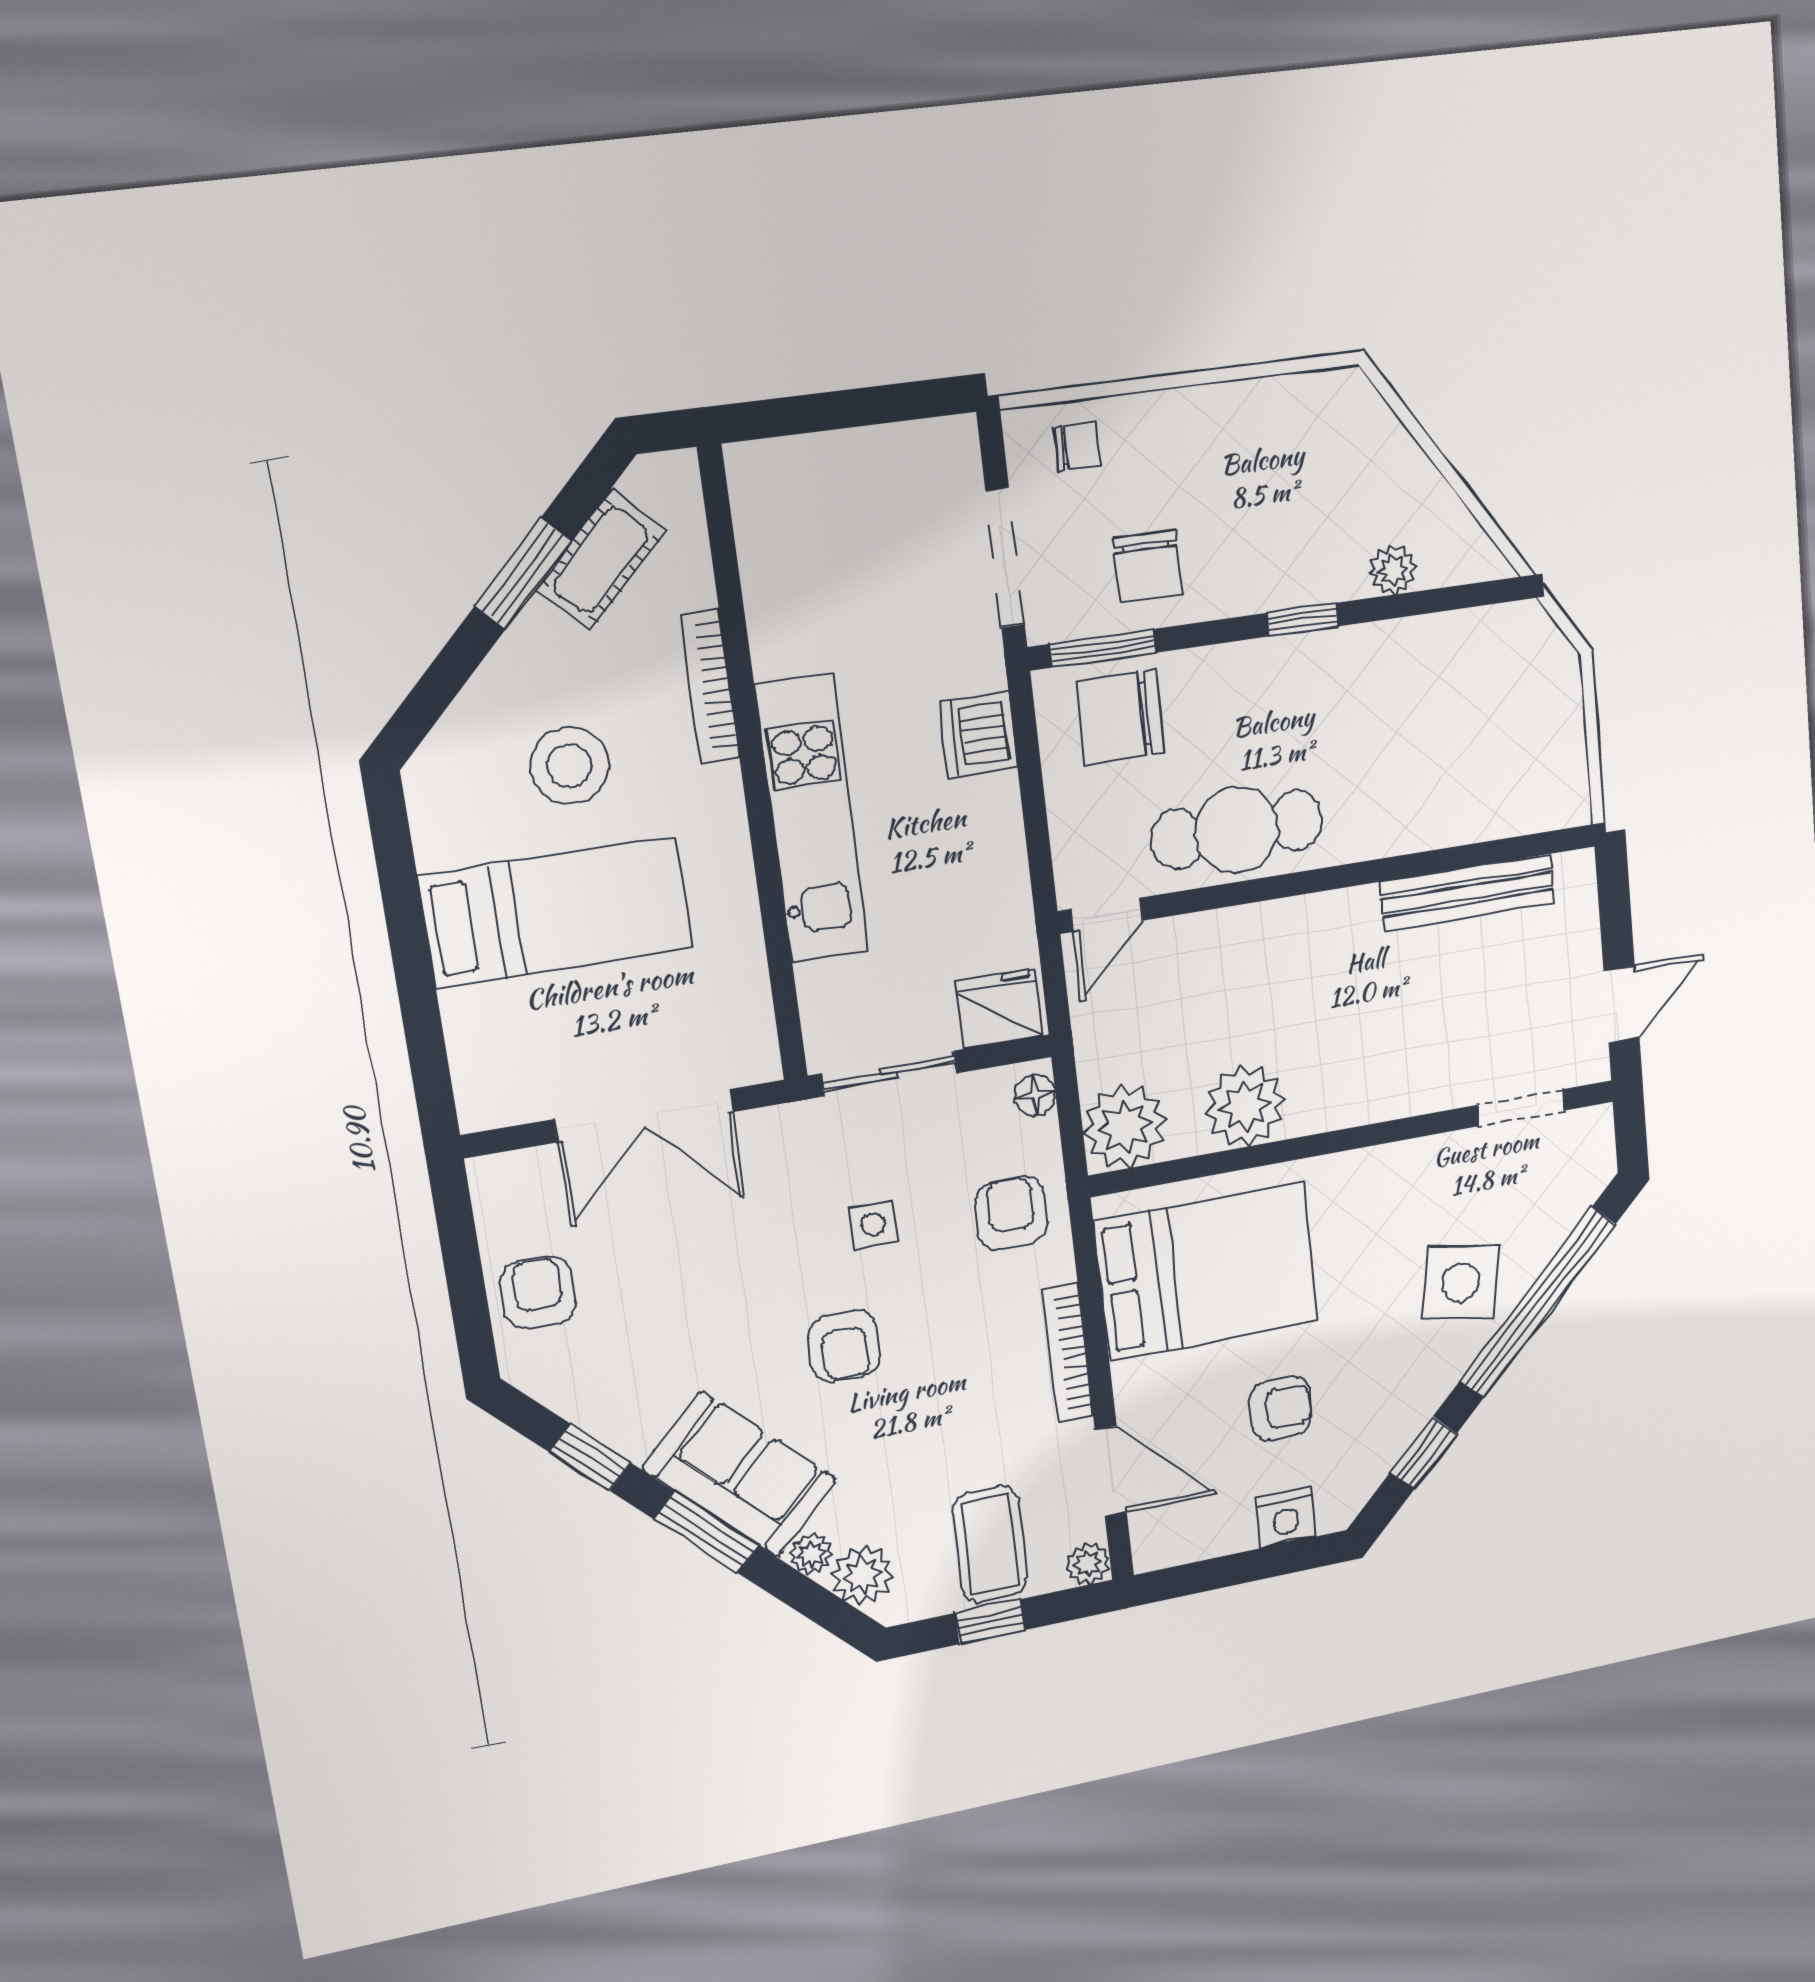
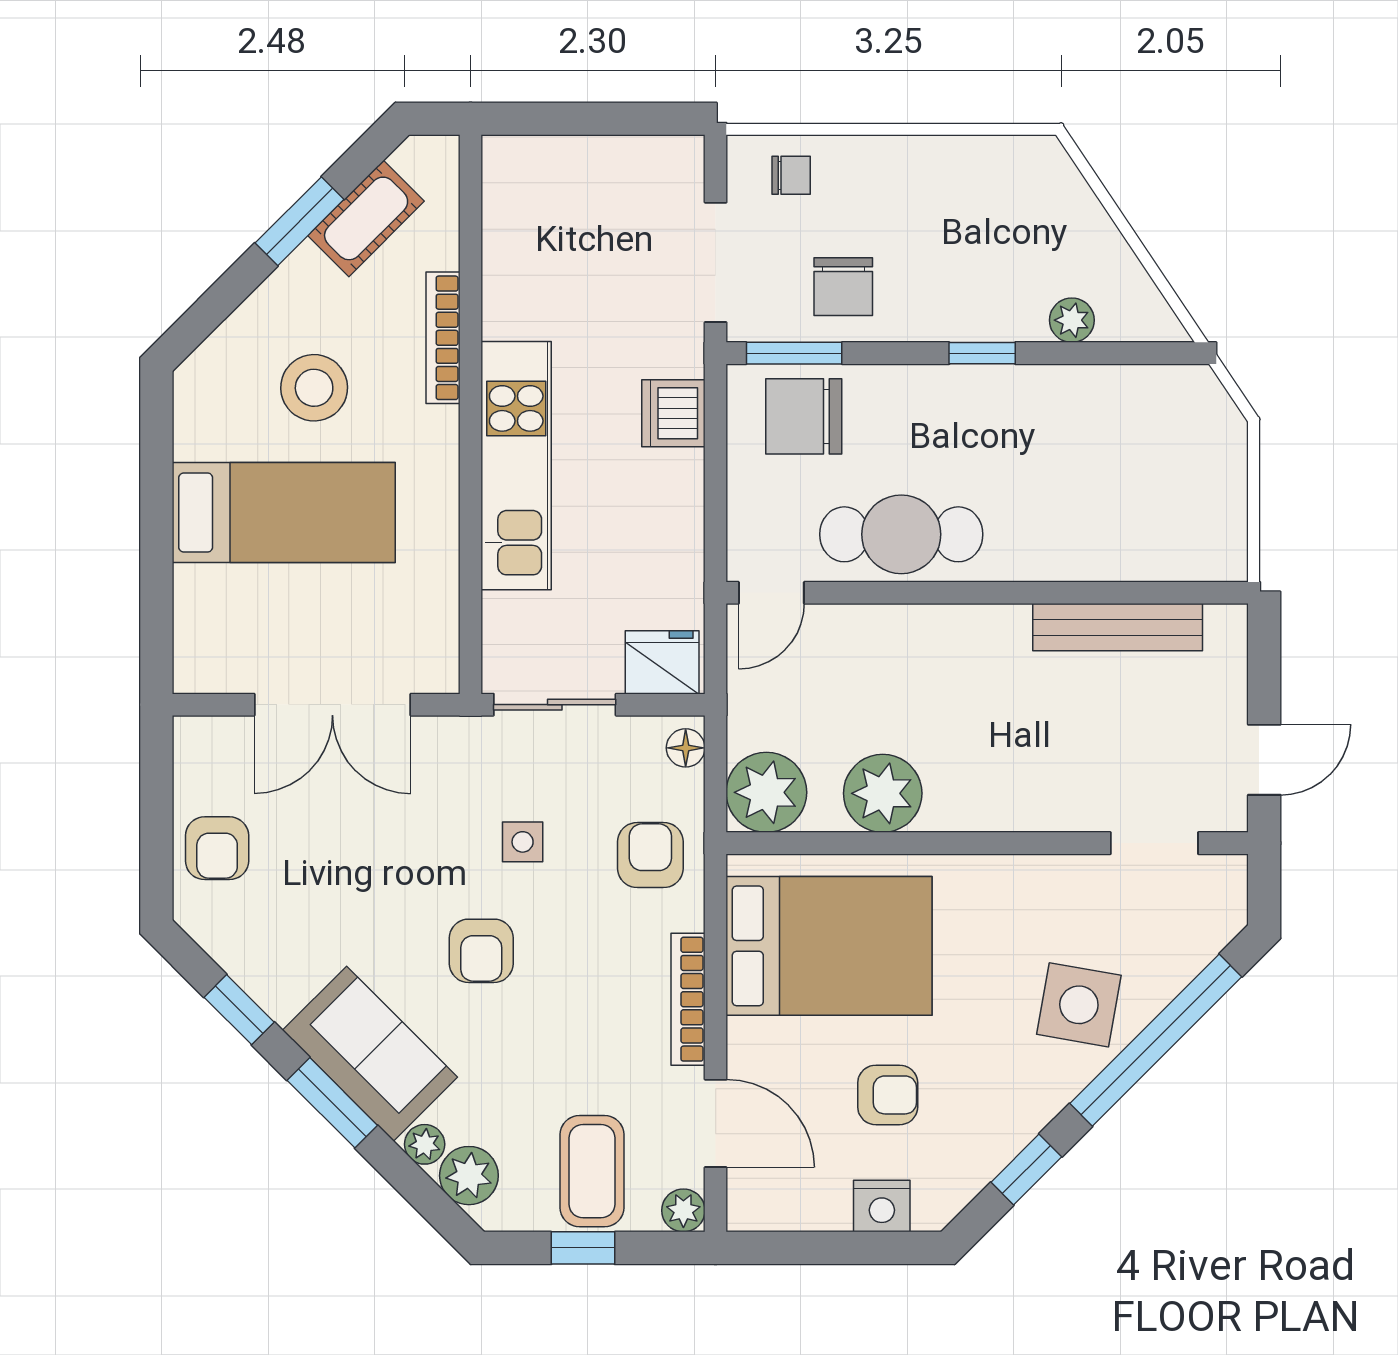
armchair: (538, 1293) -> (217, 848), turned 180

